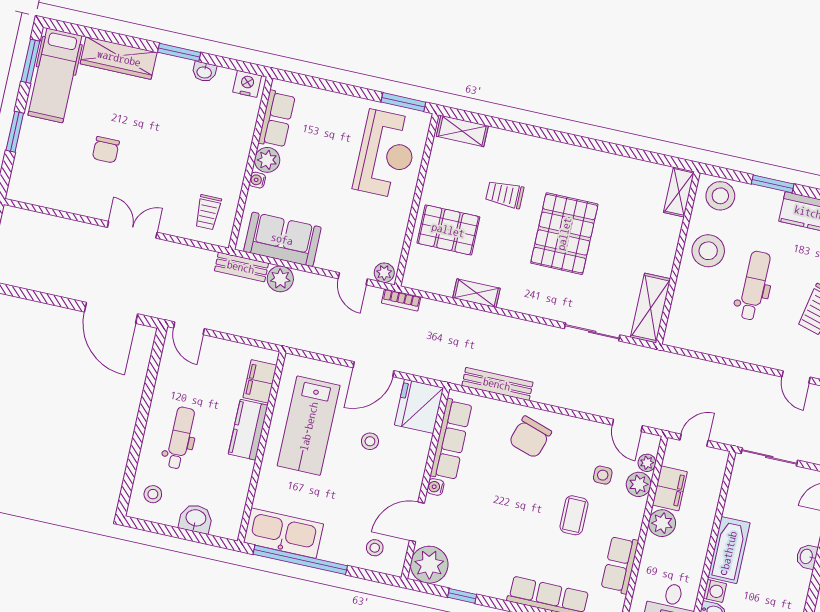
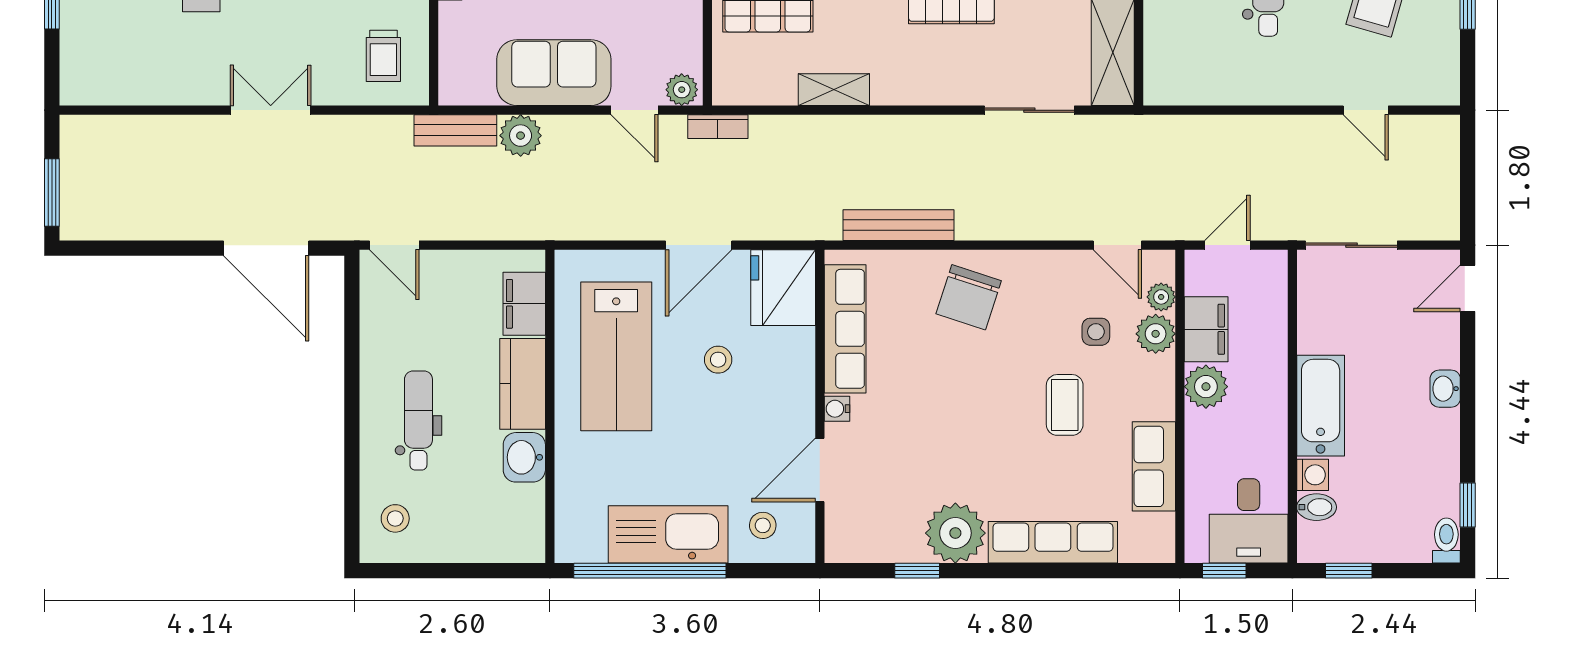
sofa: (282, 239) -> (554, 73), moved
washbasin: (196, 519) -> (524, 457), moved, turned -90
kitchen sink: (283, 533) -> (668, 534), moved
plant: (429, 565) -> (955, 533), moved

